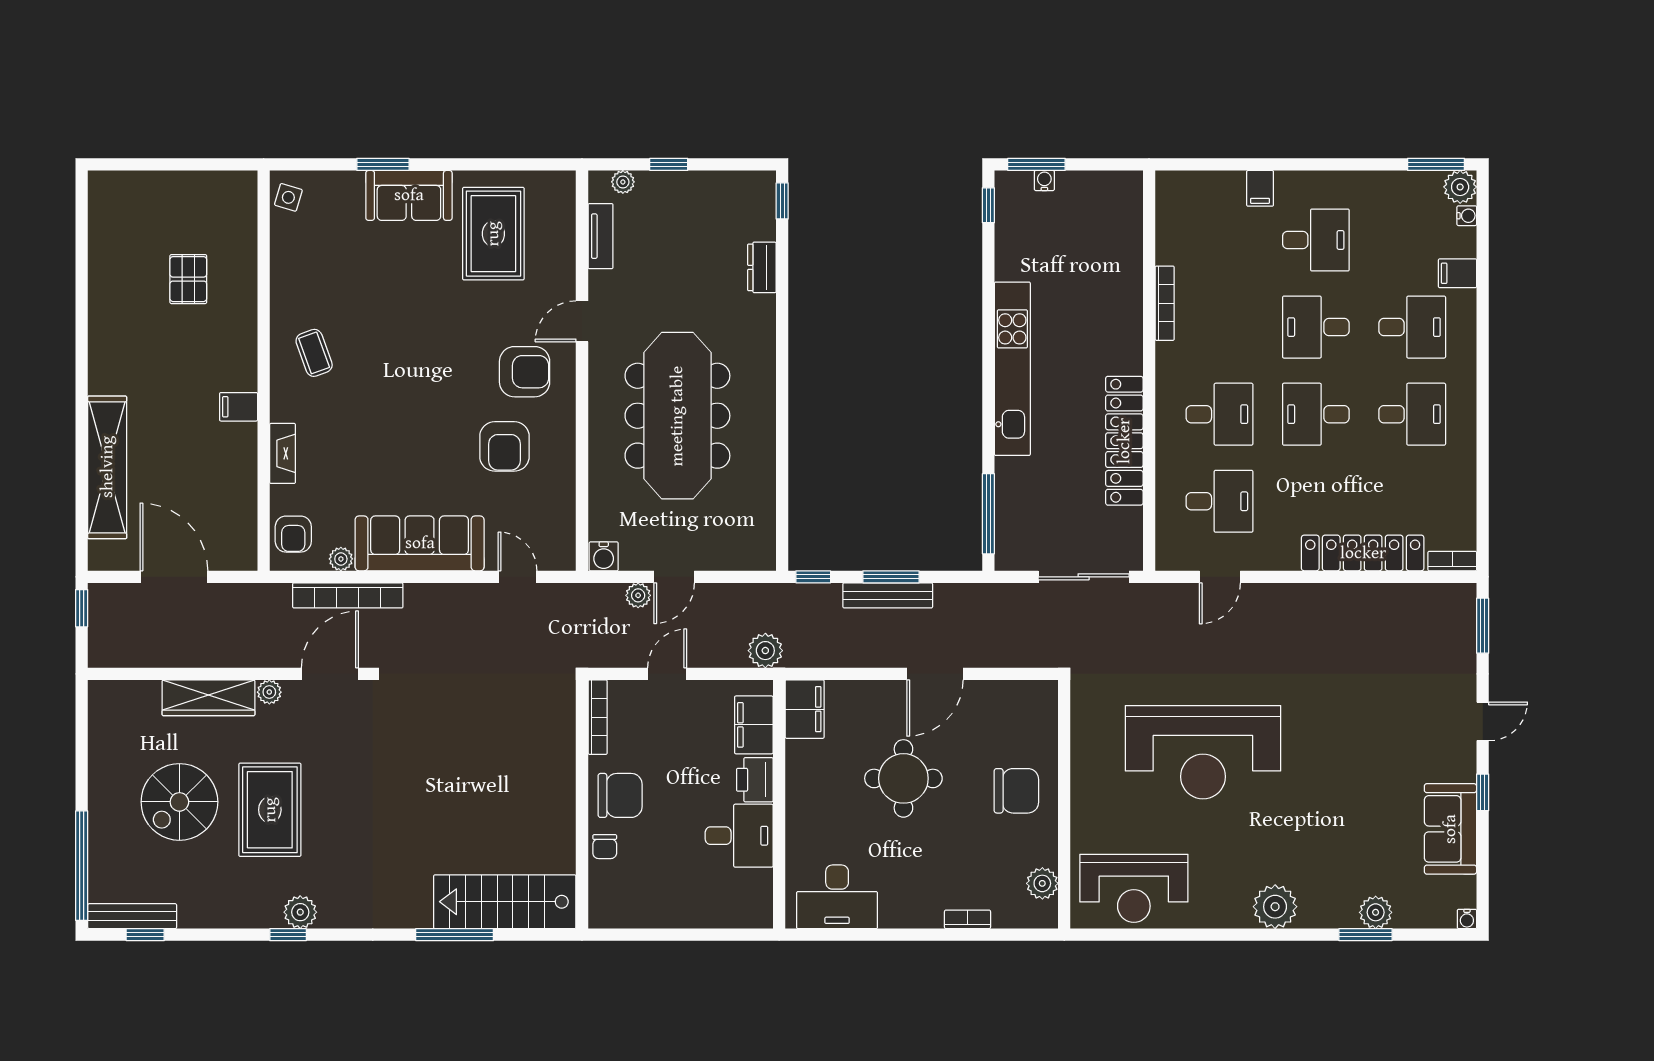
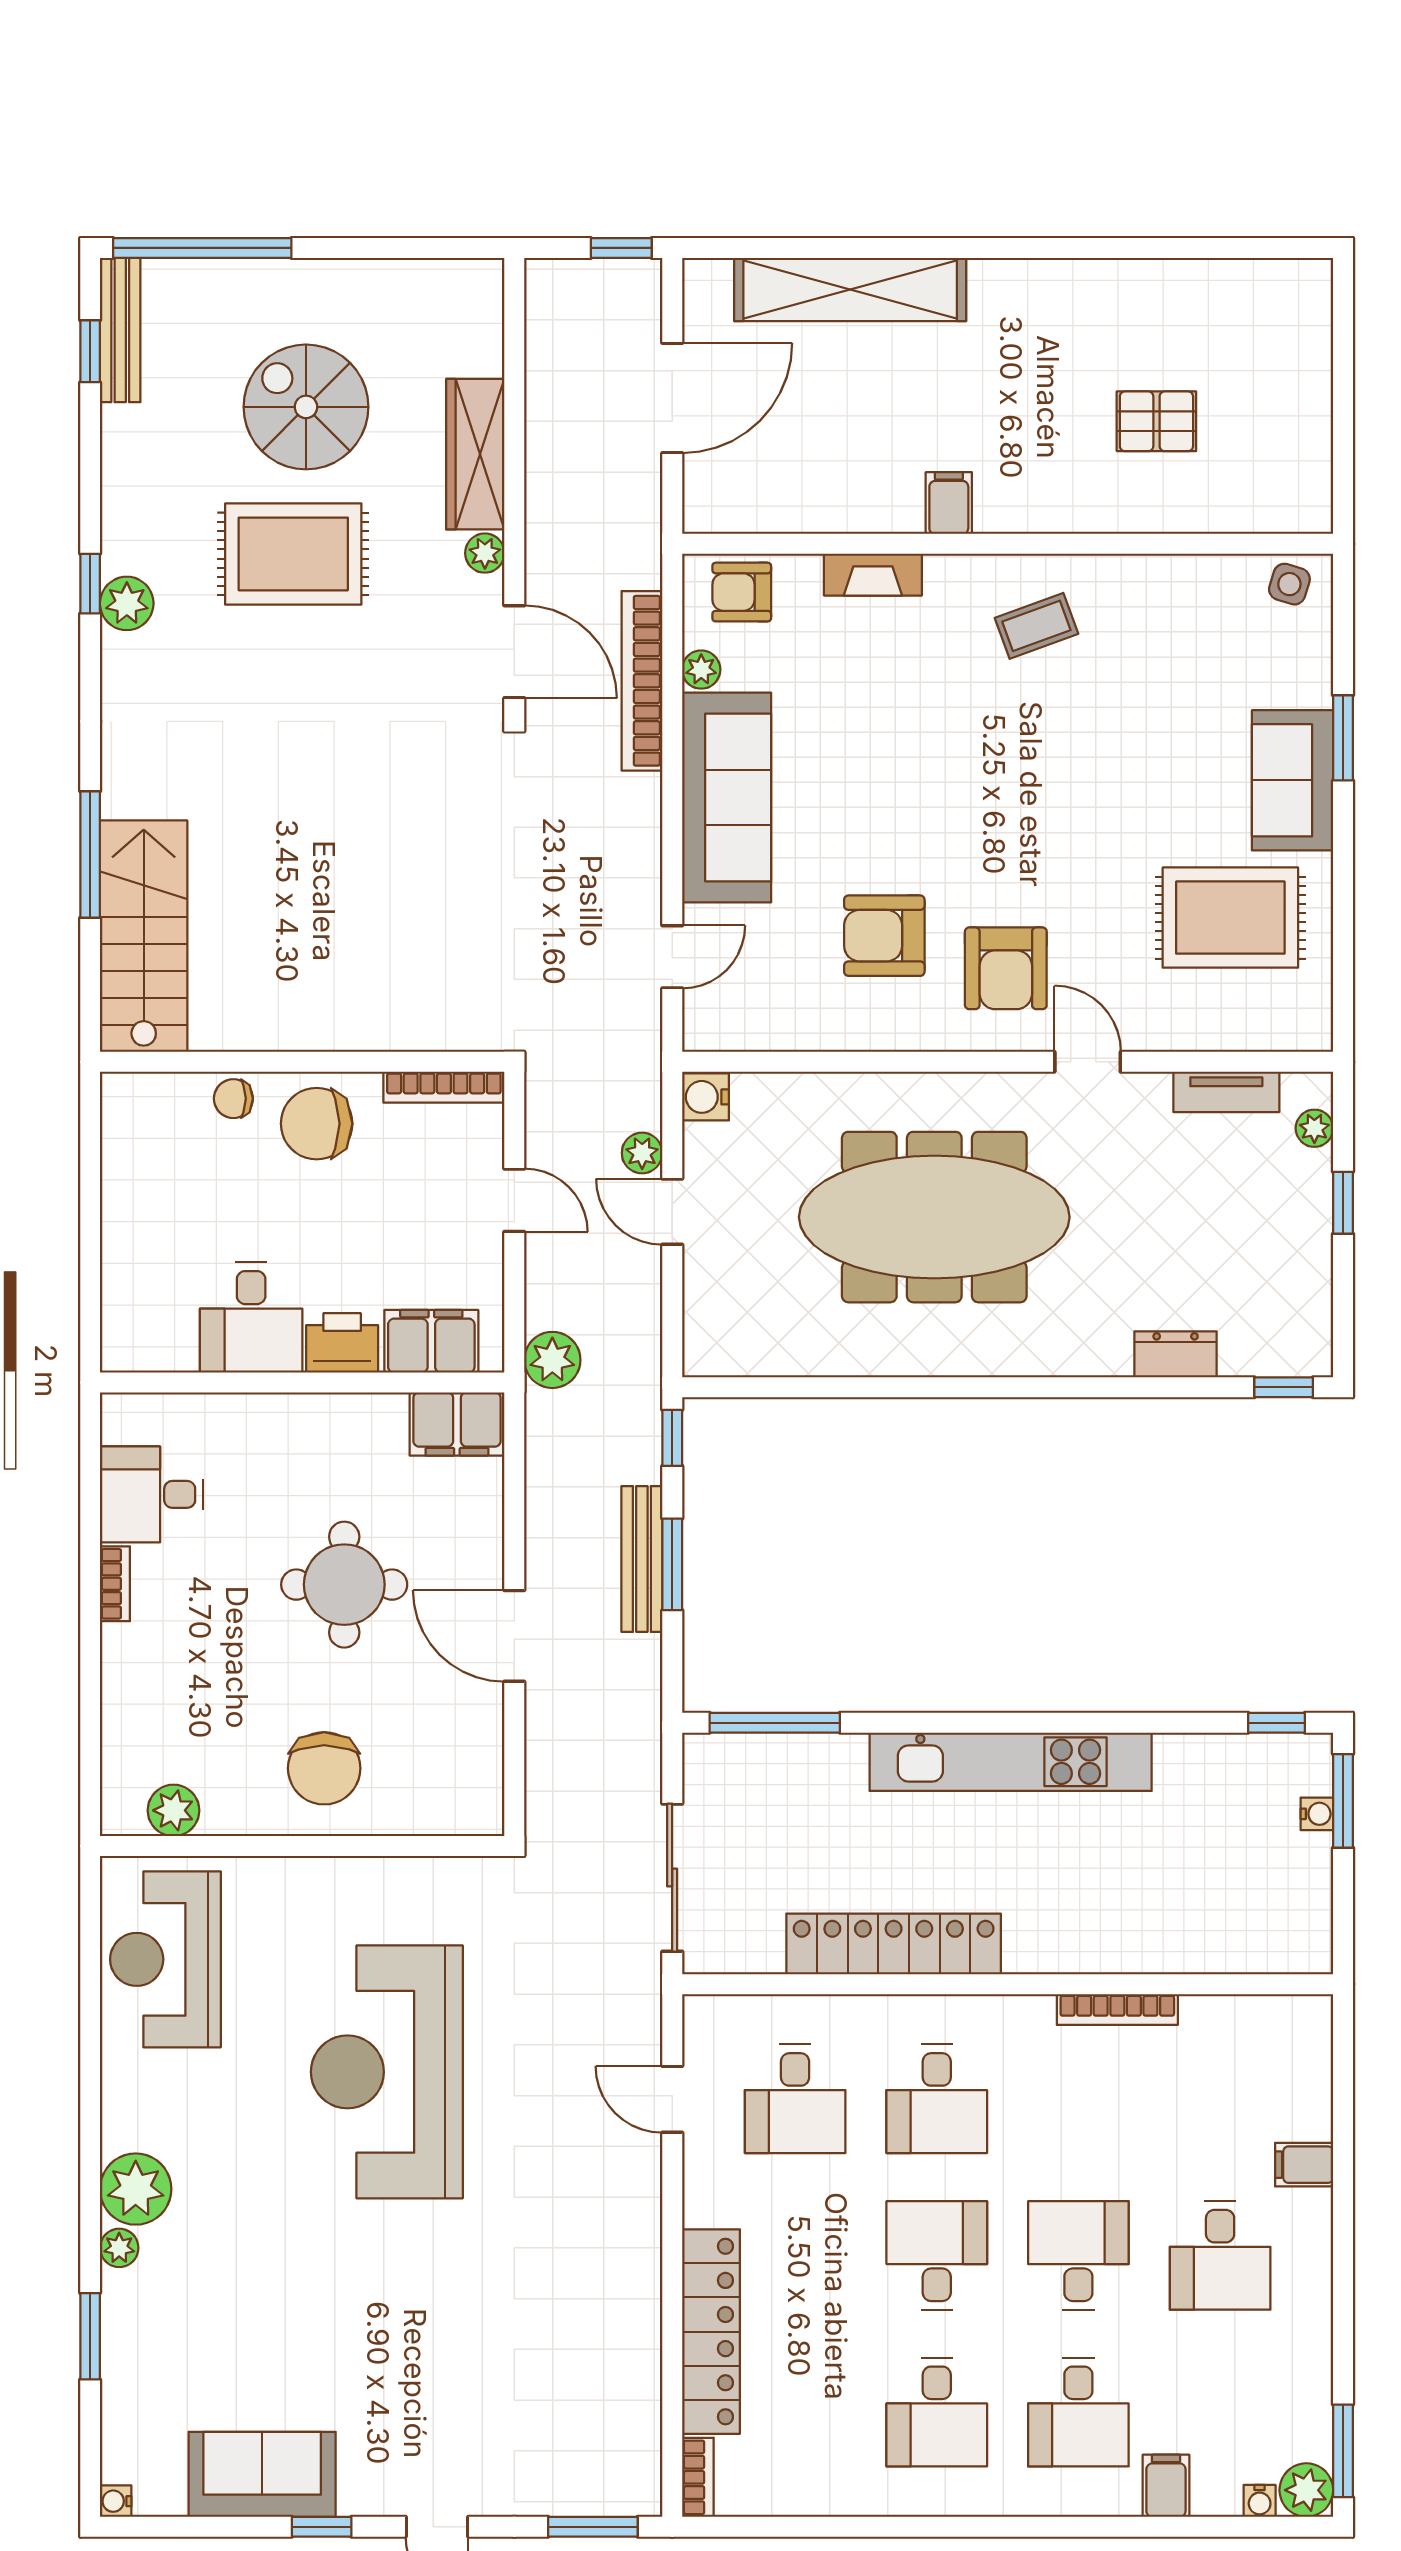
chair: (620, 795) -> (317, 1124), turned 90
desk: (837, 897) -> (152, 1494), width x0.73
plant: (1376, 912) -> (119, 2248), moved, width x0.73, depth x0.73
bookcase: (967, 919) -> (115, 1584), moved

